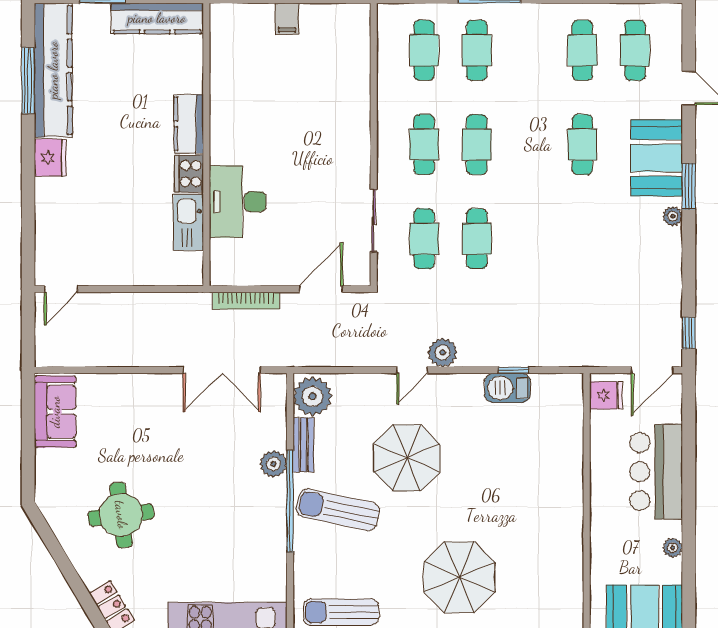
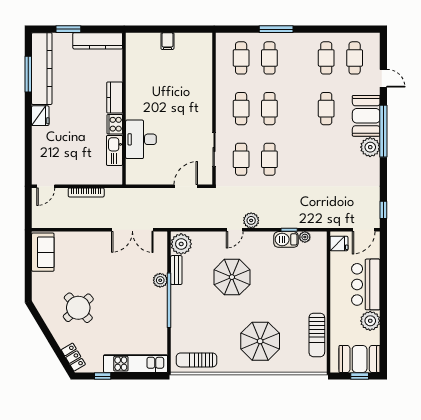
window: (689, 186) -> (383, 131), width x2.11
plant: (673, 216) -> (370, 147), width x1.87, depth x1.87
bookcase: (246, 301) -> (86, 192), moved
plant: (543, 383) -> (305, 237), added
sun lounger: (338, 510) -> (317, 335), moved, turned -102
round table: (121, 515) -> (78, 308), turned -35
plant: (673, 548) -> (370, 321), width x1.88, depth x1.88

